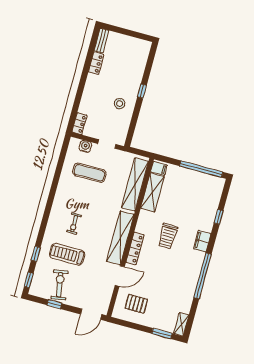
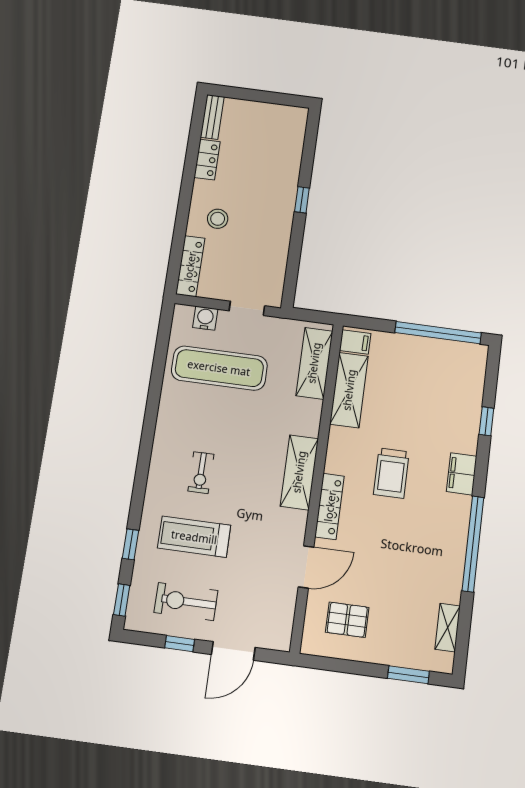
stool: (120, 104) -> (218, 219), moved
locker: (80, 124) -> (190, 266), width x1.53
exercise mat: (89, 173) -> (219, 368), width x1.36, depth x1.45
shelving: (135, 184) -> (314, 363), width x0.68
shelving: (120, 238) -> (299, 472), width x0.68
exercise bike: (60, 285) -> (186, 602), turned -80
door: (91, 314) -> (233, 651), moved
shelving: (181, 324) -> (448, 628), moved

